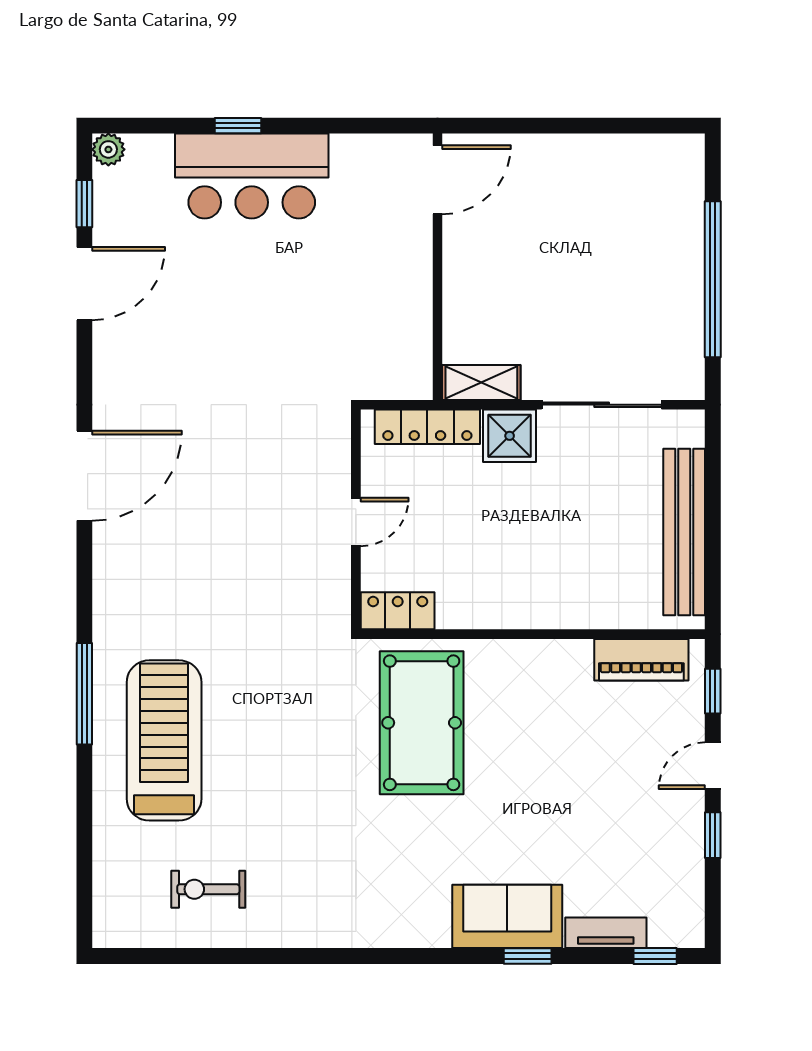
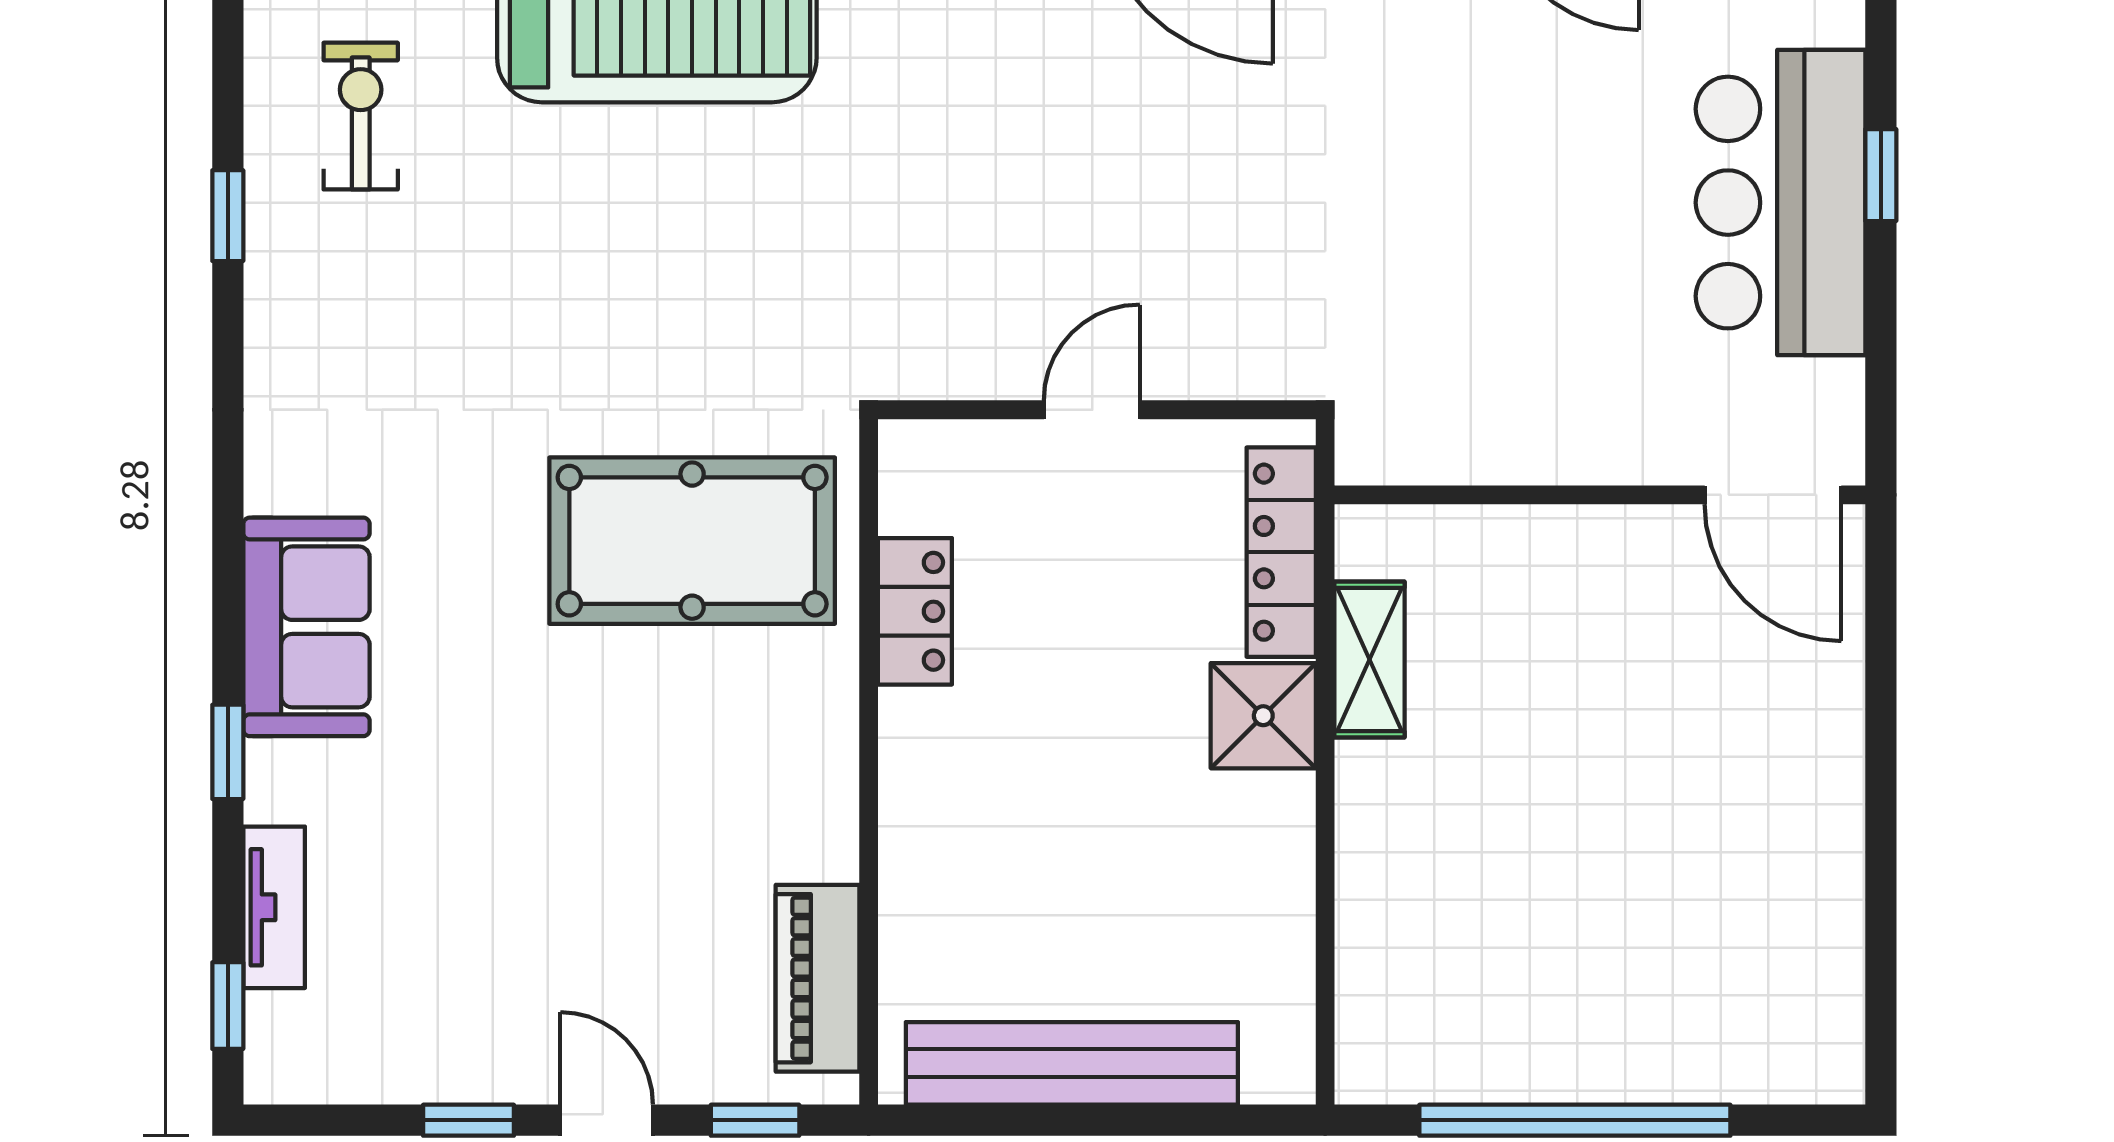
door: (437, 180) -> (1773, 495), moved
wall: (437, 267) -> (1600, 495), moved
sliding door: (602, 405) -> (1325, 899), removed
door: (356, 522) -> (1092, 410), swing flipped
locker: (398, 611) -> (915, 611), moved
sofa: (507, 916) -> (306, 627), moved
window: (258, 956) -> (228, 216), added

